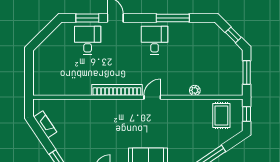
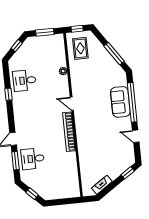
window: (173, 18) -> (8, 94), width x0.46
window: (43, 35) -> (32, 194), added
desk: (155, 40) -> (25, 80), moved
rug: (221, 115) -> (80, 48), turned 90

